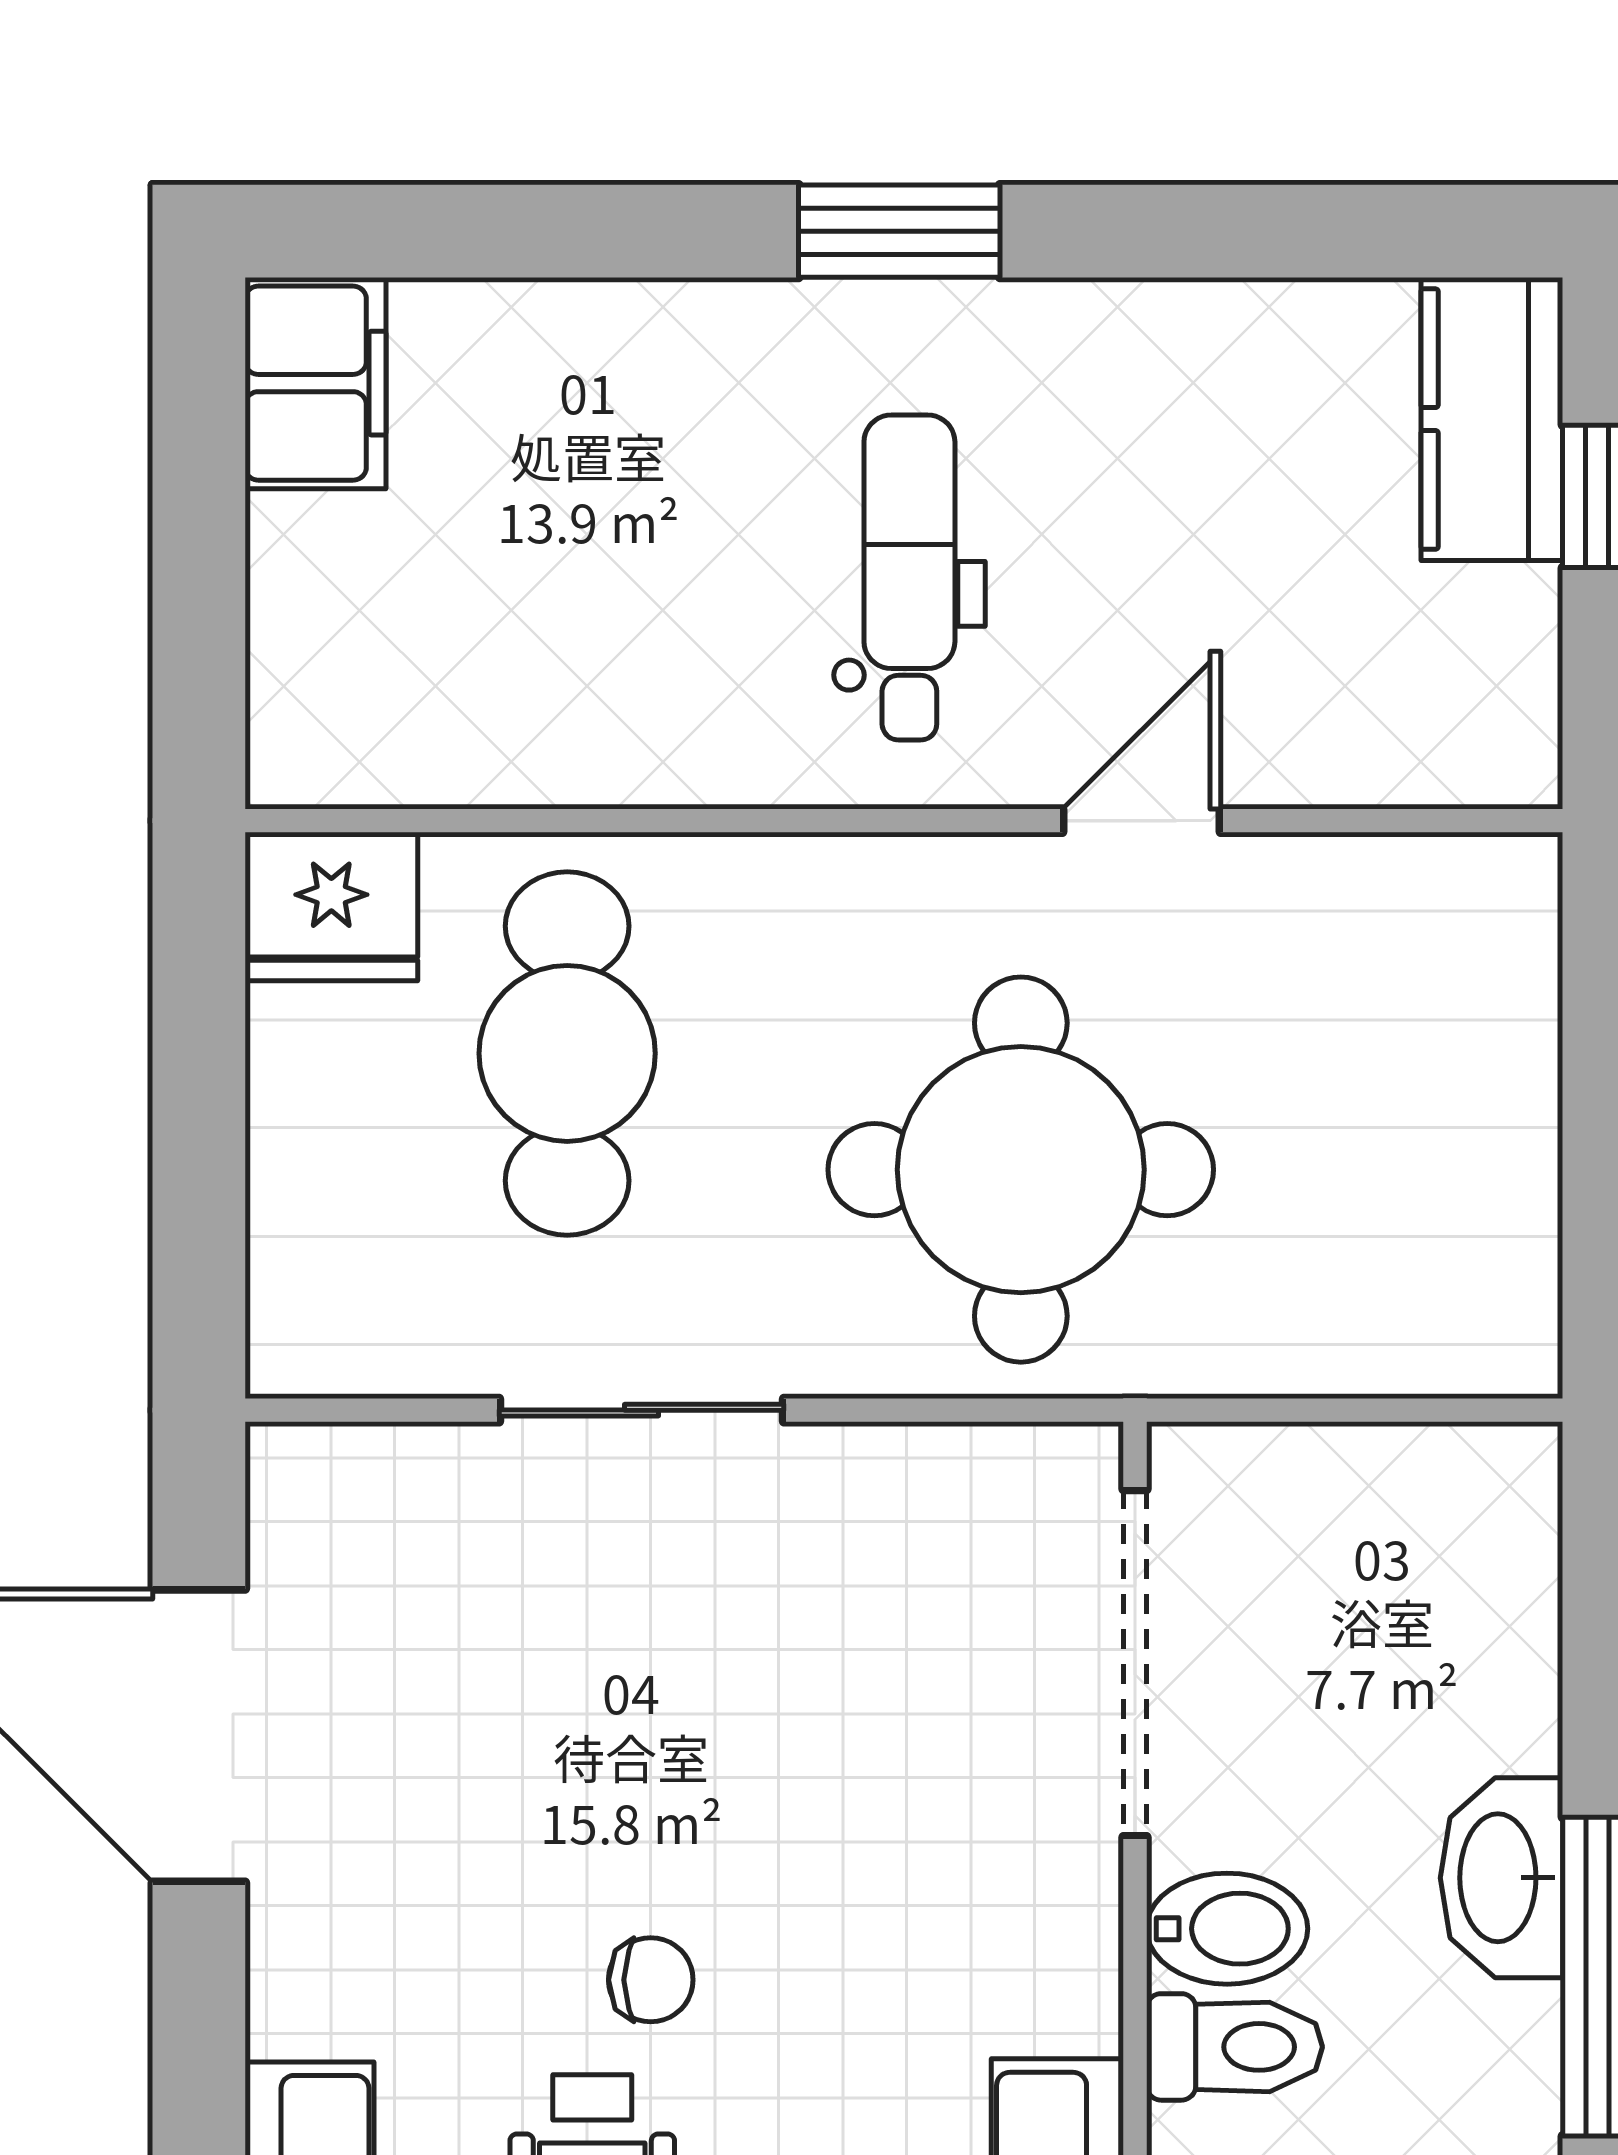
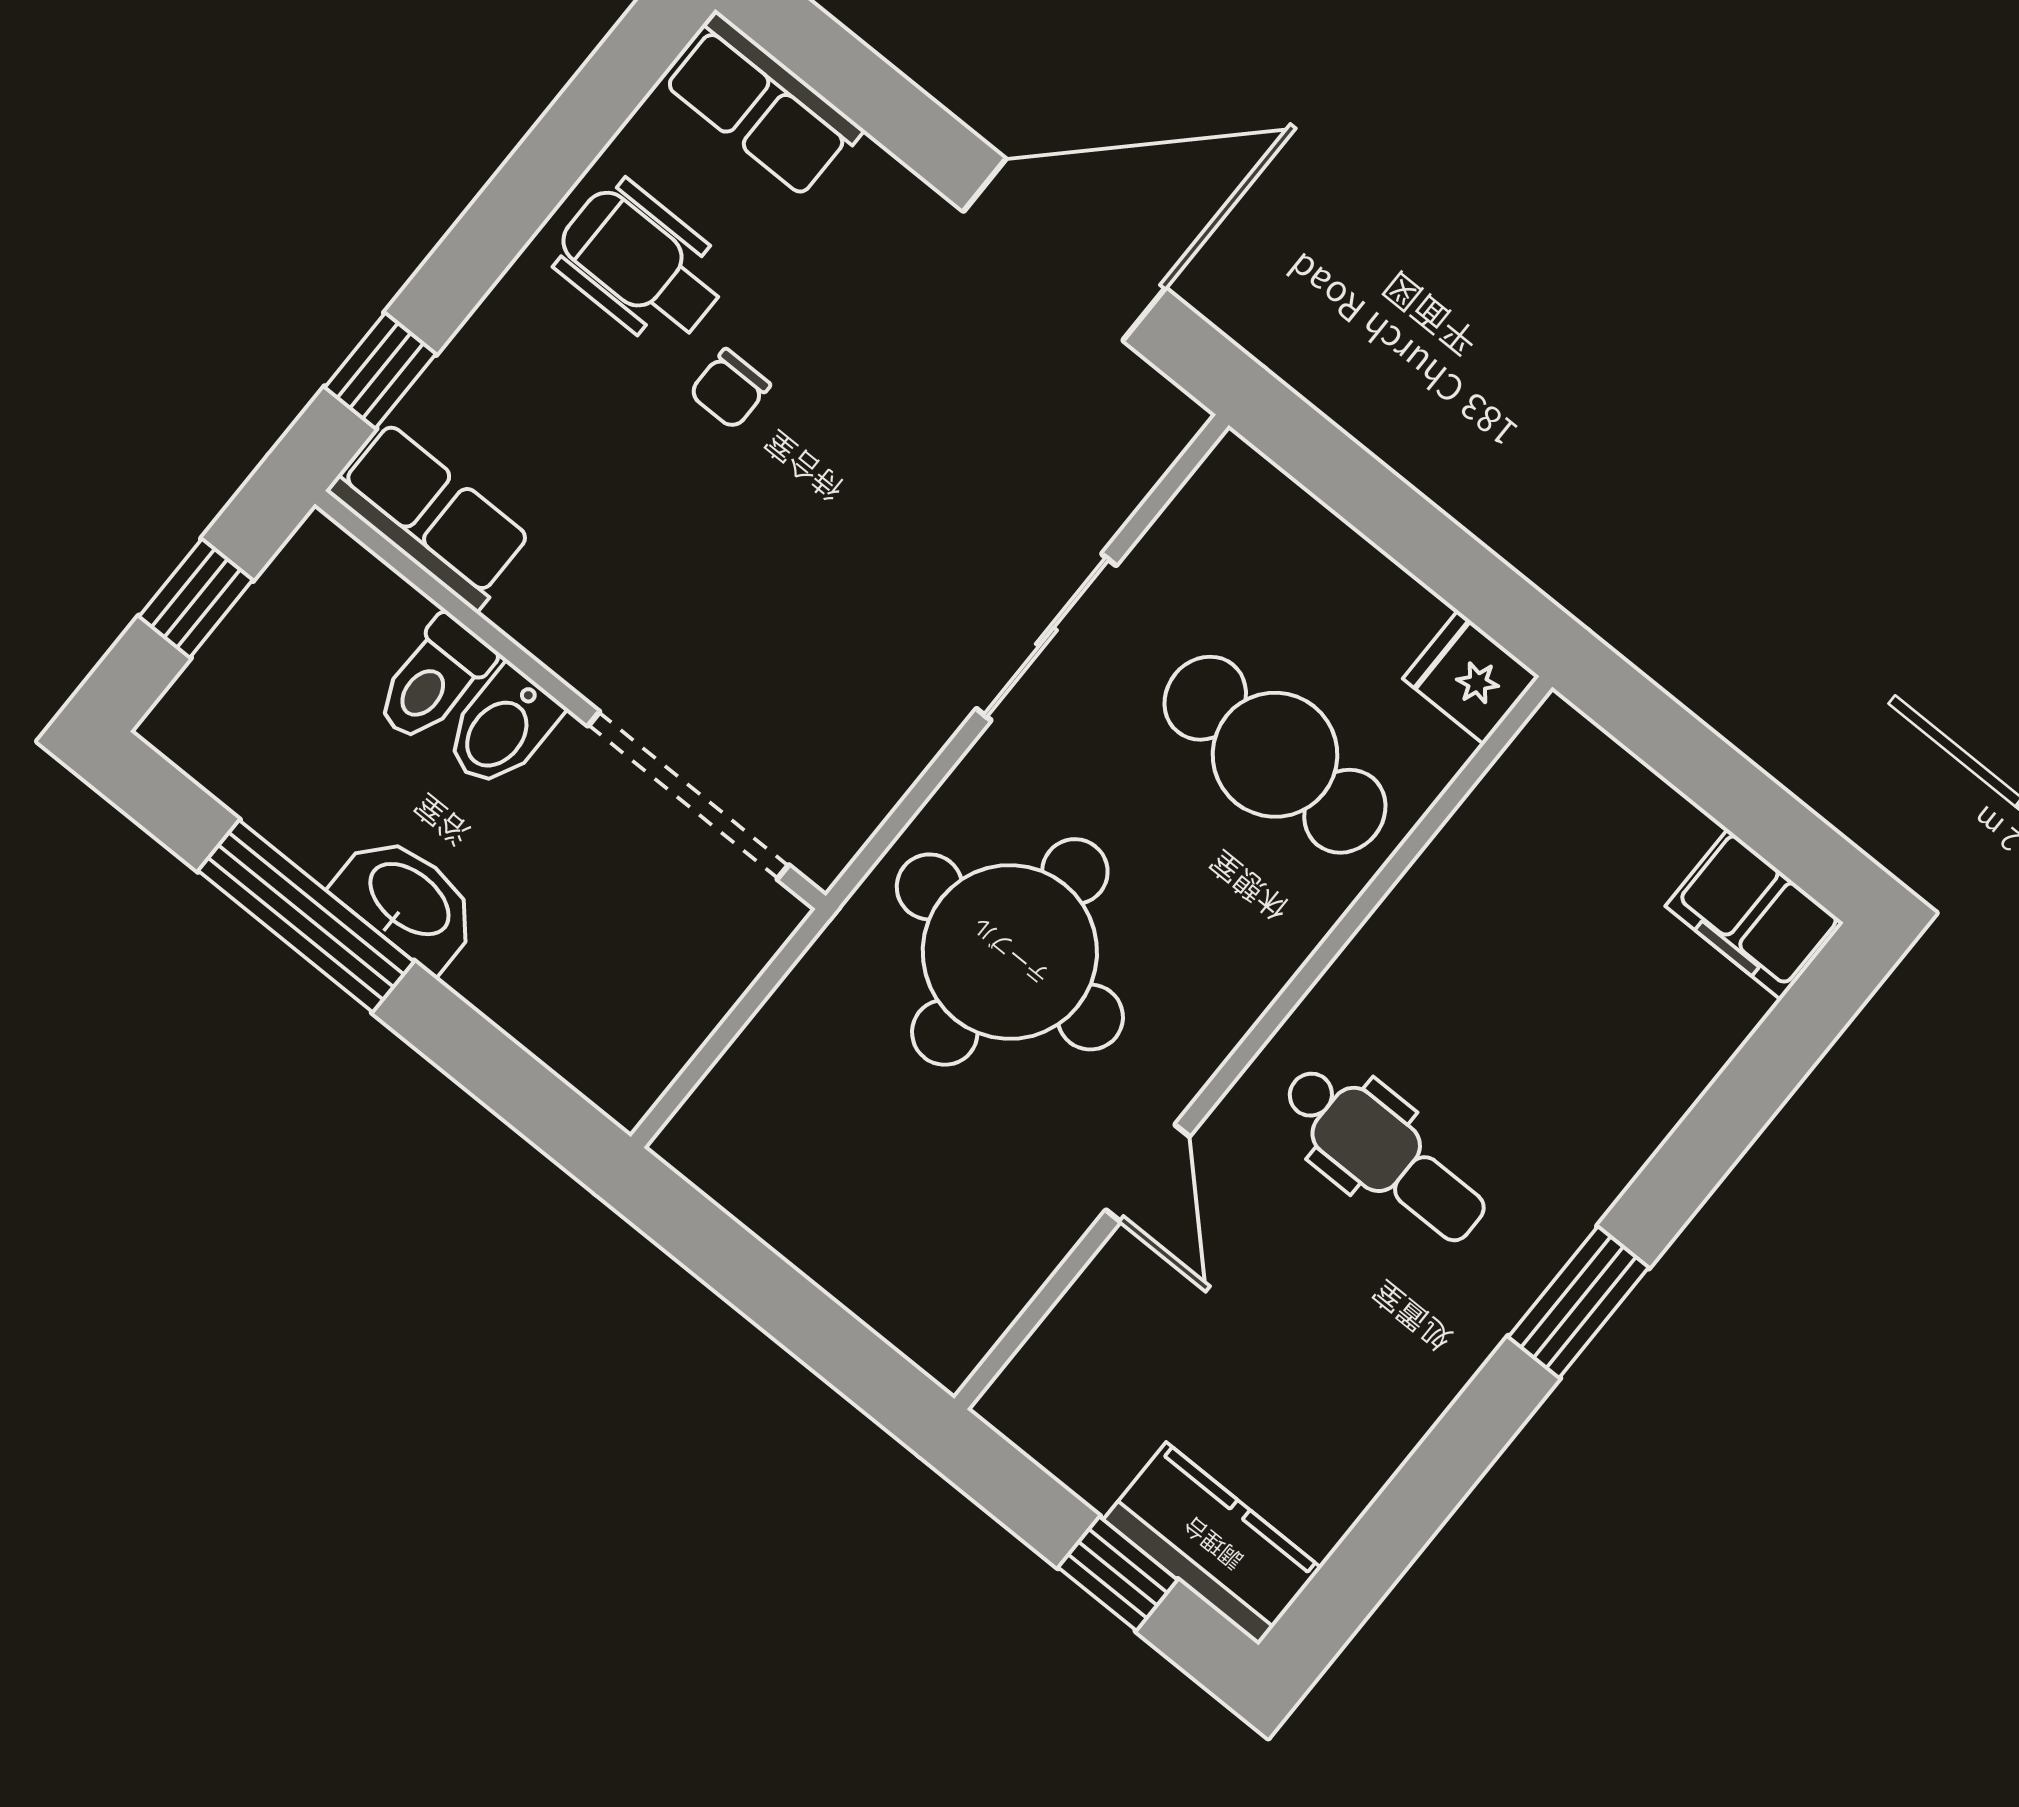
fridge: (331, 907) -> (1471, 677), width x0.72

